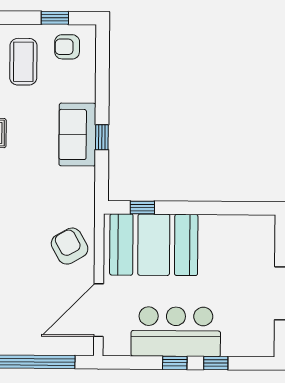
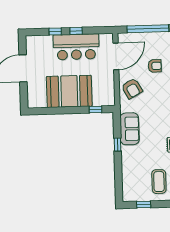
armchair: (67, 47) -> (155, 66), moved
sofa: (77, 134) -> (130, 129), moved
booth: (154, 245) -> (69, 91), moved

